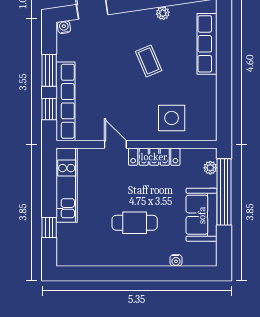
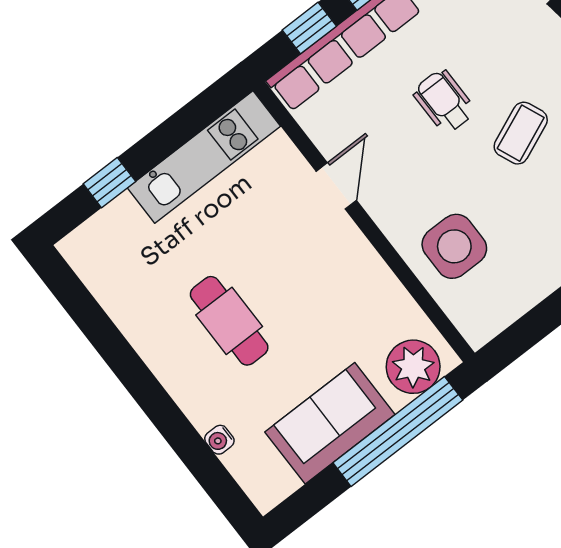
wheelchair: (115, 80) -> (444, 101), added
locker: (154, 157) -> (366, 268), removed
plant: (210, 168) -> (413, 367), width x1.88, depth x1.88

